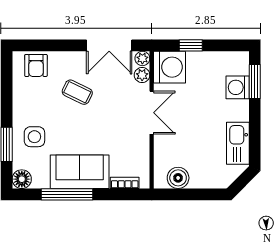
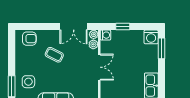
armchair: (36, 65) -> (29, 39), turned -90
washing machine: (169, 67) -> (105, 35), width x0.53, depth x0.53
washing machine: (238, 87) -> (151, 37), moved, turned -90

